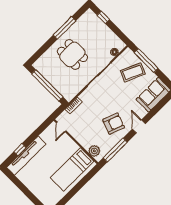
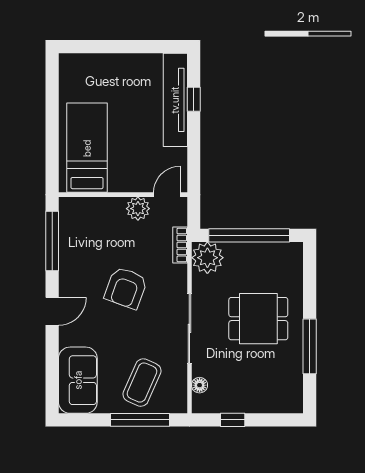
window: (103, 17) -> (233, 420), moved
plant: (69, 92) -> (207, 258), added
armchair: (114, 124) -> (126, 288), moved
door: (139, 126) -> (52, 311), hinge flipped
door: (61, 127) -> (167, 195), hinge flipped
plant: (94, 151) -> (138, 209), moved

